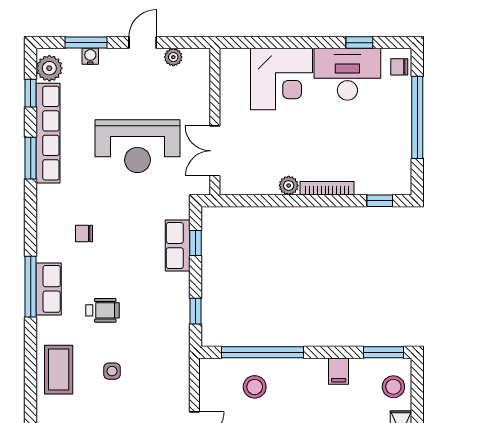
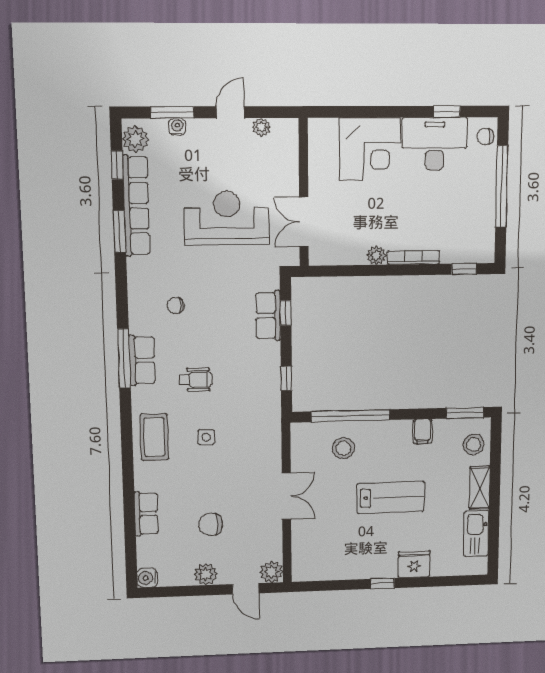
reception desk: (137, 146) -> (227, 218), turned 180

